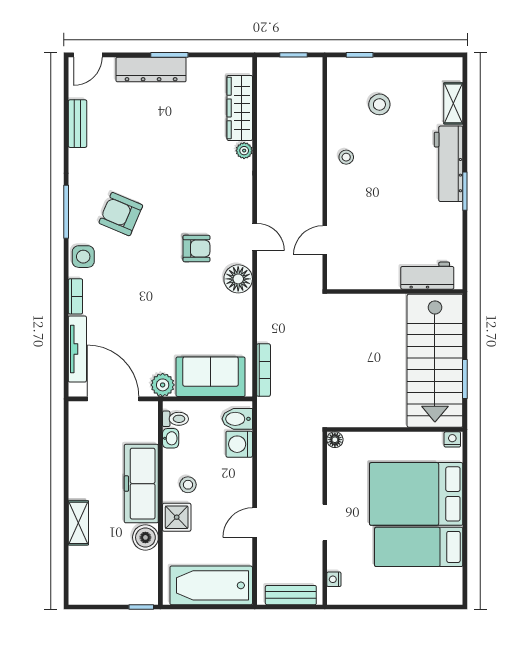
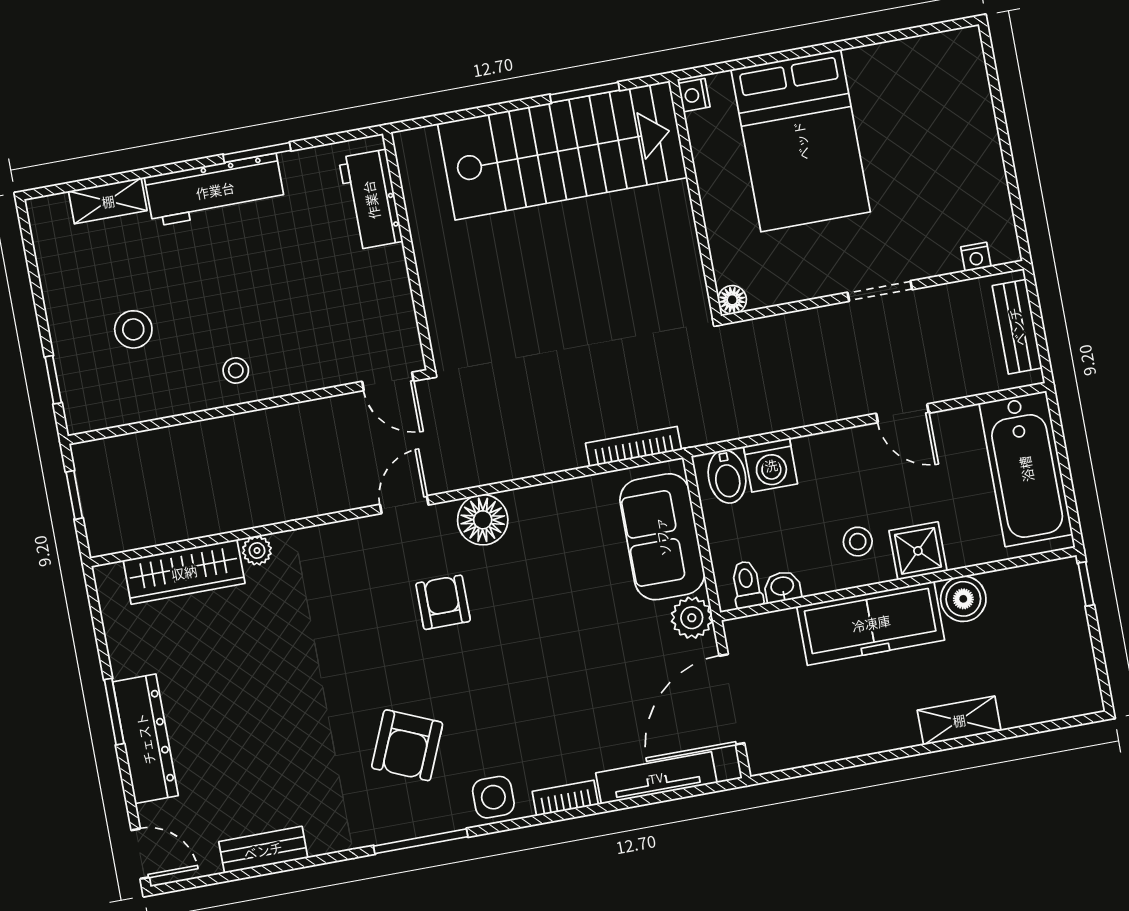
workbench: (427, 276) -> (371, 200), moved
wall: (395, 291) -> (409, 251), moved
bed: (419, 547) -> (892, 119), removed

